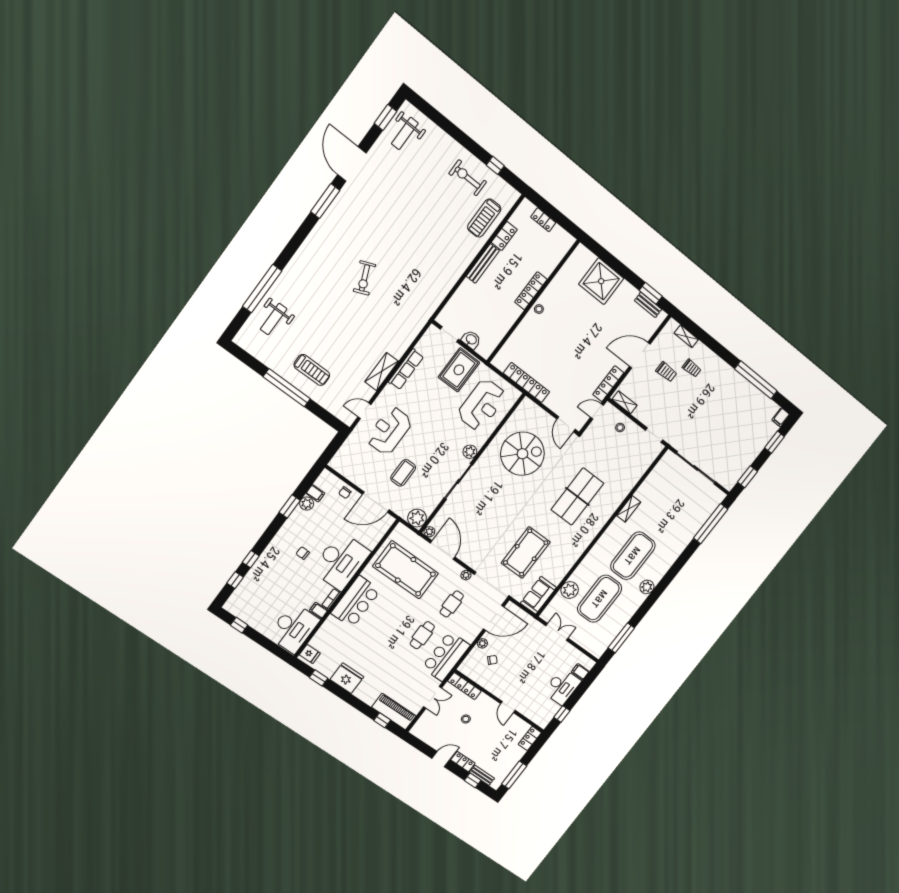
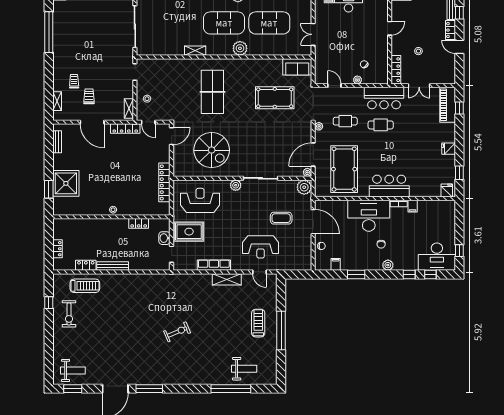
locker: (531, 291) -> (139, 223), moved, width x0.66
window: (651, 293) -> (49, 189), moved
spiral stairs: (522, 454) -> (212, 150), turned 180
table tennis table: (577, 497) -> (212, 92), turned 90
plant: (307, 504) -> (388, 265), moved
plant: (570, 590) -> (240, 48), moved
door: (494, 618) -> (334, 86), width x0.53
desk: (294, 628) -> (437, 257), moved, turned 180
fridge: (347, 678) -> (449, 149), width x0.53, depth x0.75
double door: (433, 697) -> (419, 86), swing flipped

